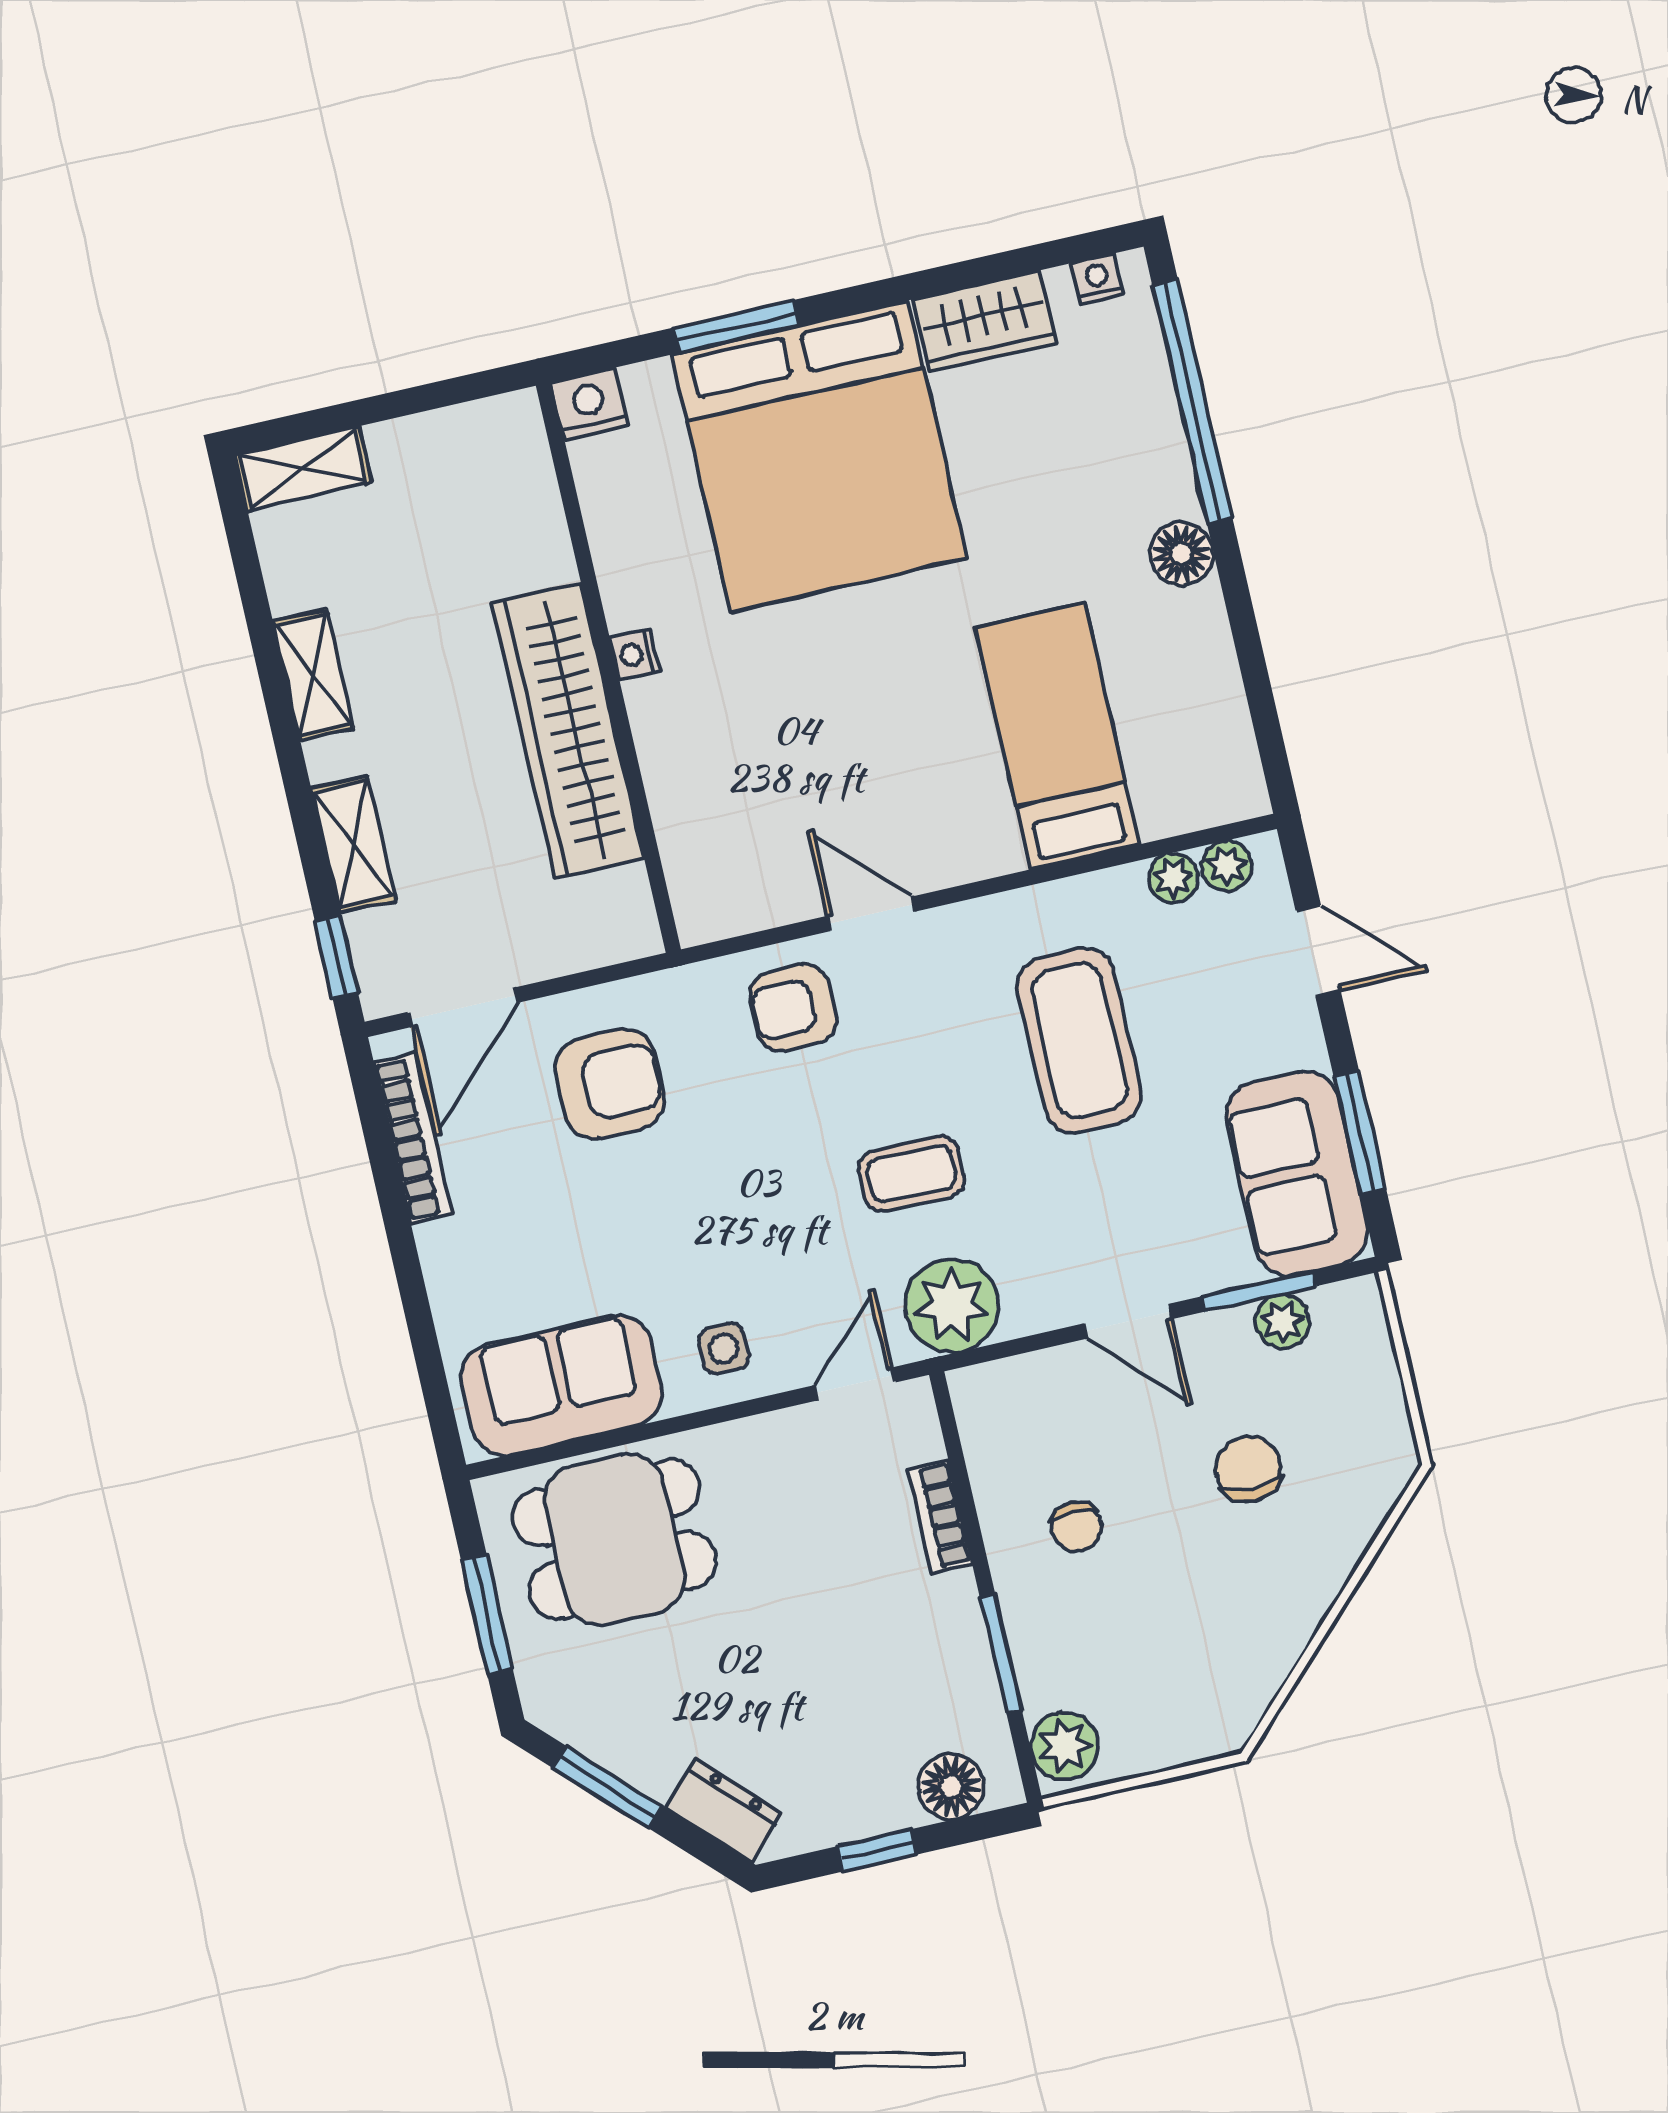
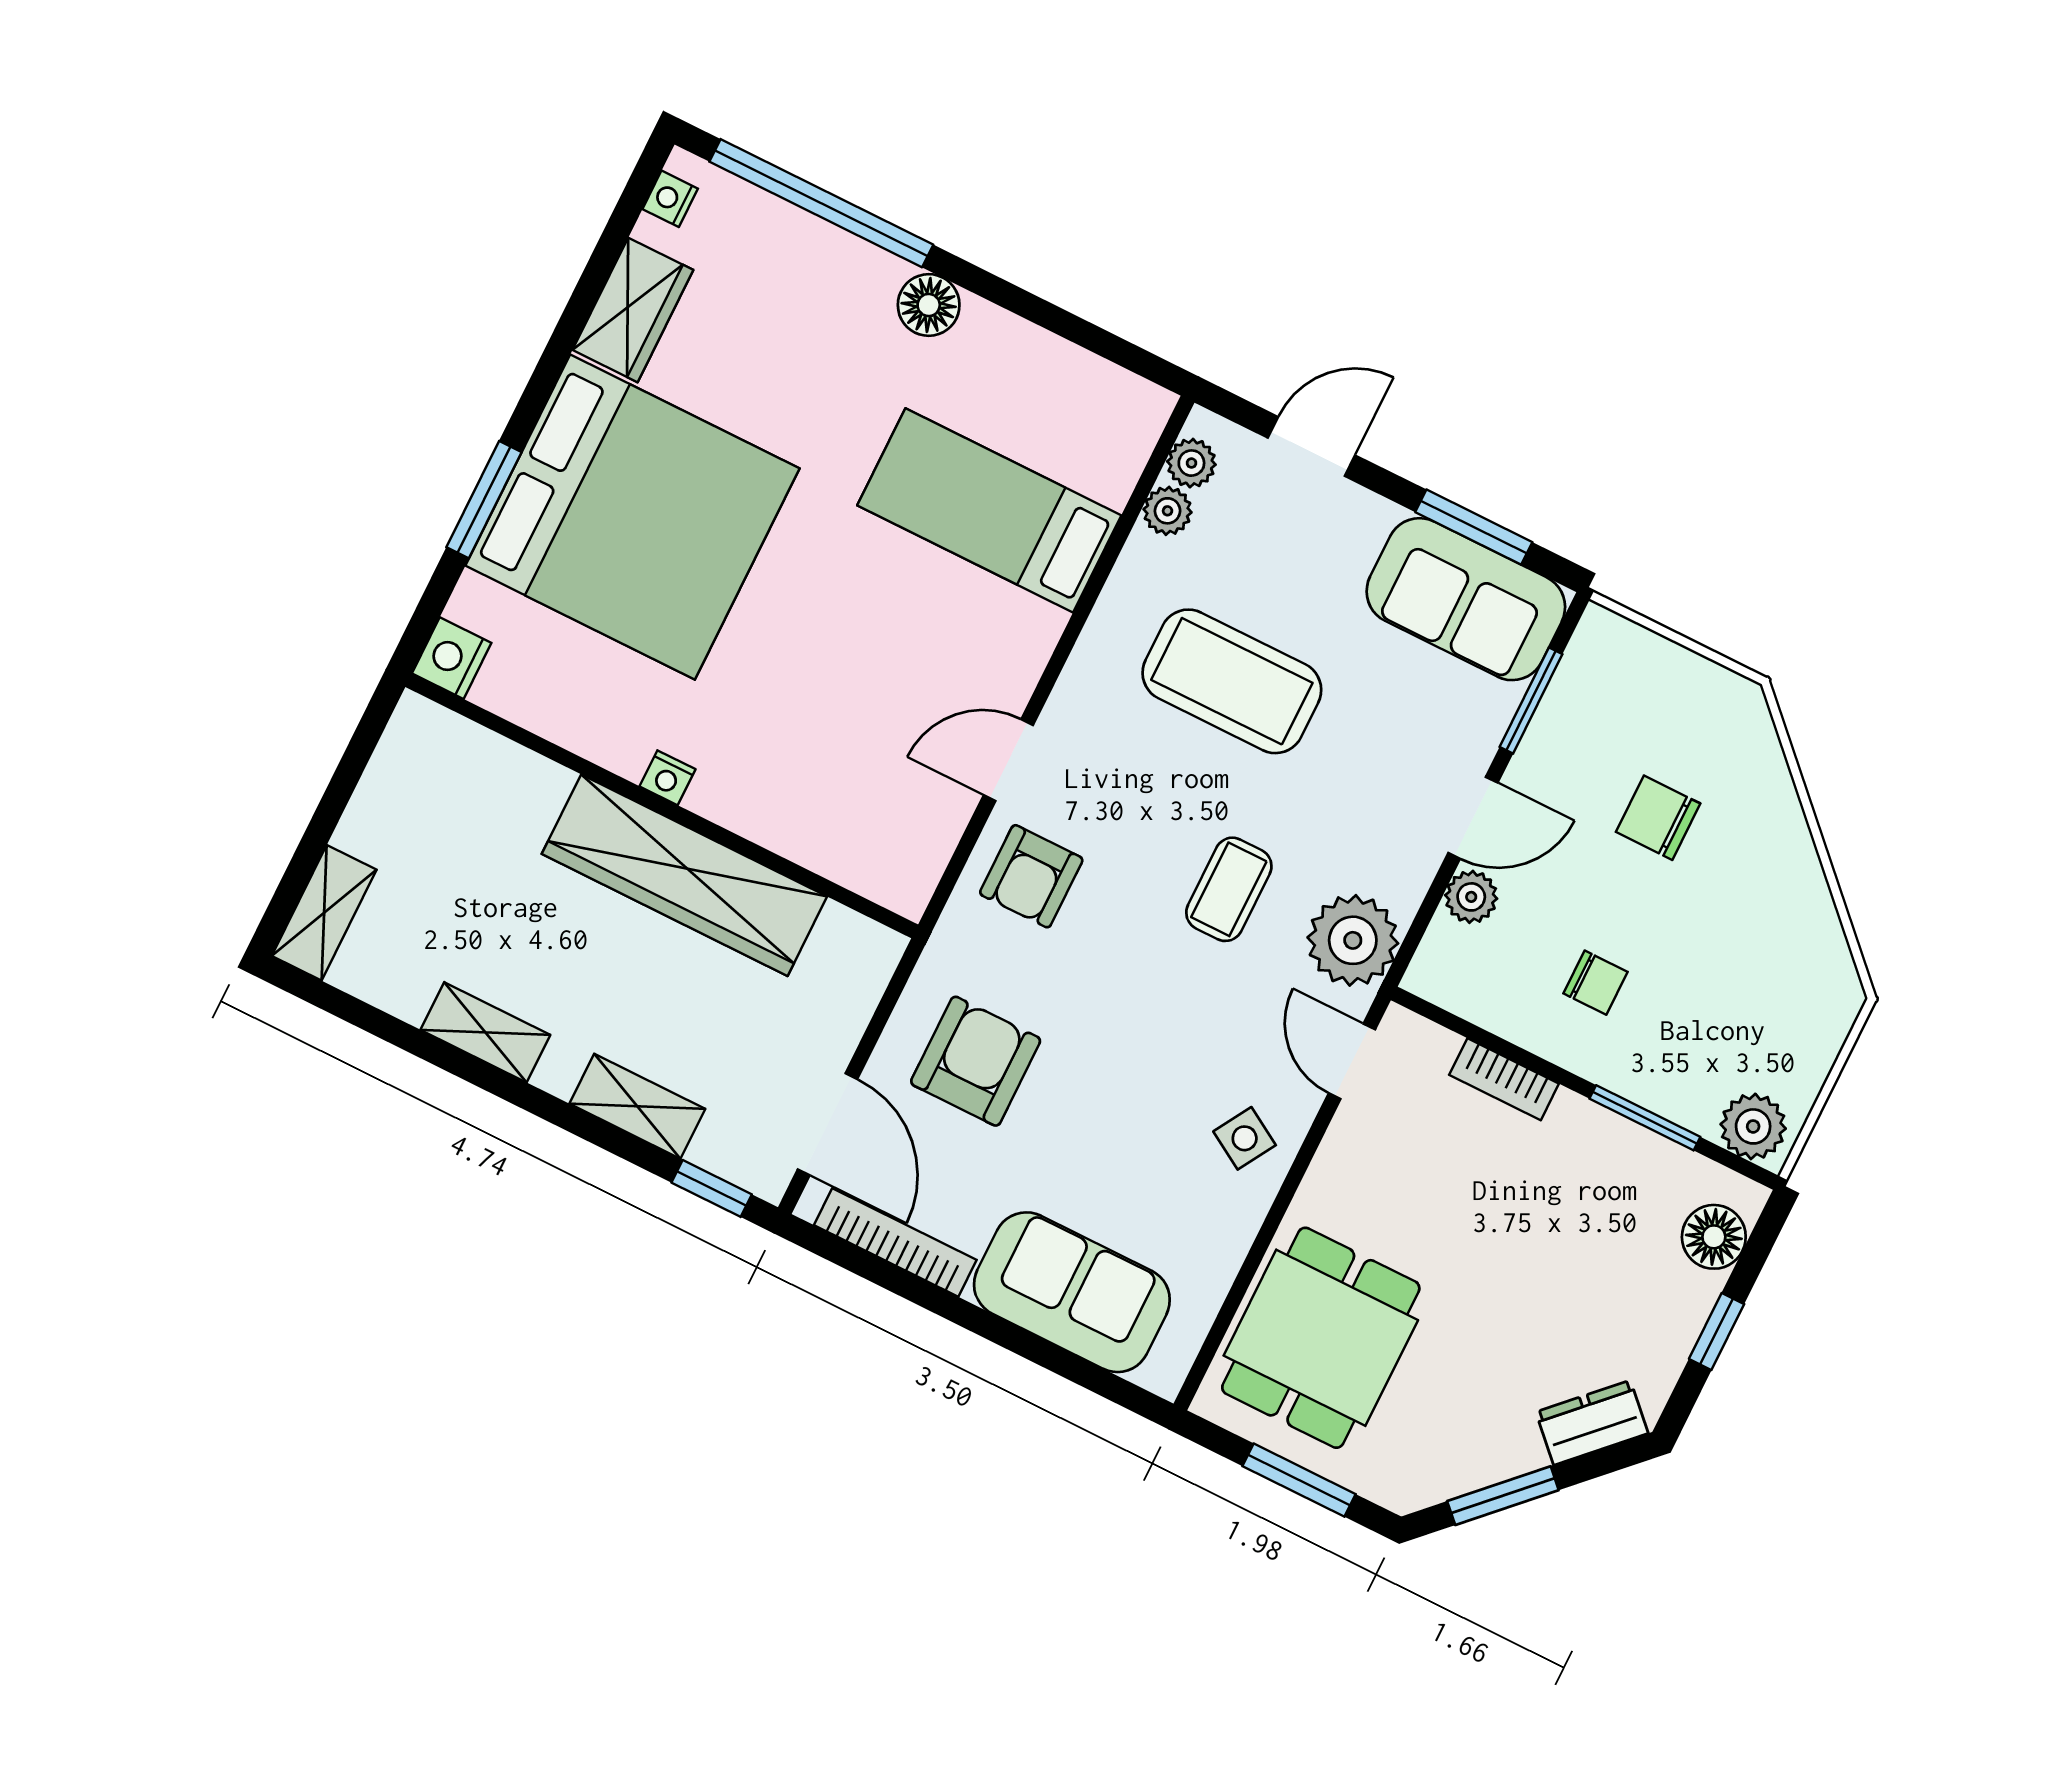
plant: (1282, 1322) -> (1471, 897), moved
side table: (724, 1348) -> (1245, 1138), turned 31
sofa: (562, 1385) -> (1072, 1292), moved, turned 90

